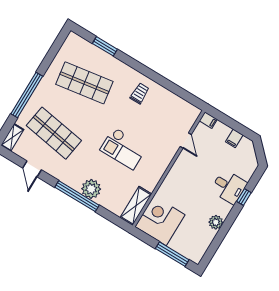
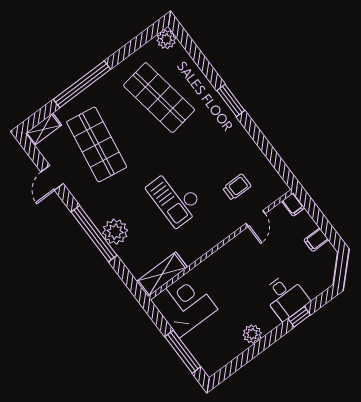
plant: (73, 40) -> (166, 39), added
window: (105, 46) -> (231, 100), moved
trolley: (140, 93) -> (237, 187), moved

